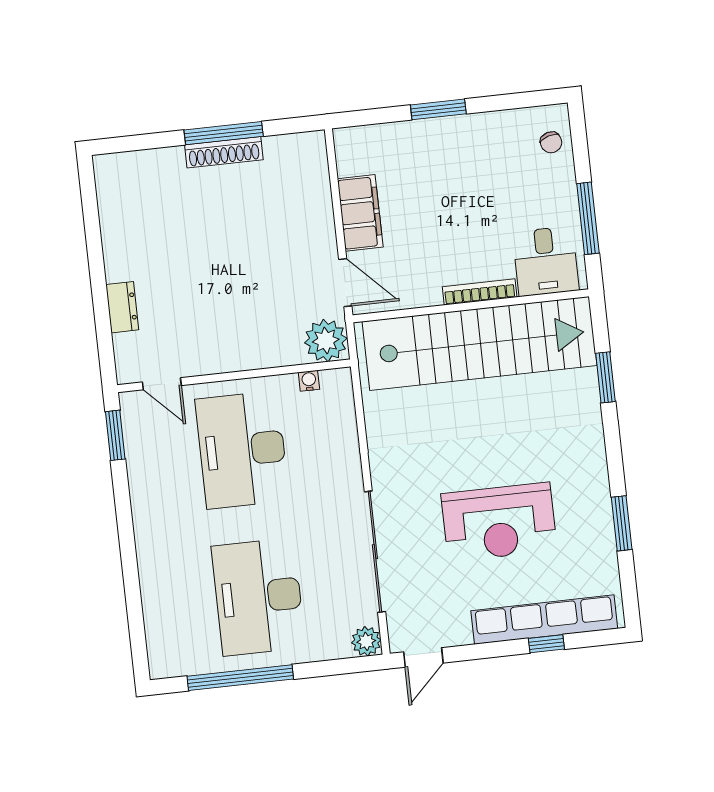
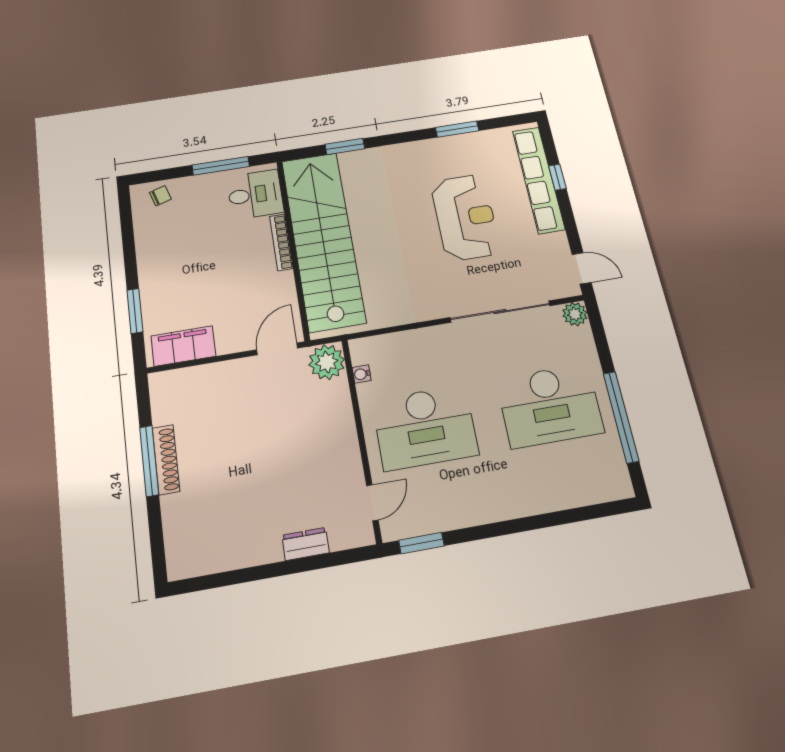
window: (438, 109) -> (135, 311), moved
filing cabinet: (360, 213) -> (183, 346), moved

